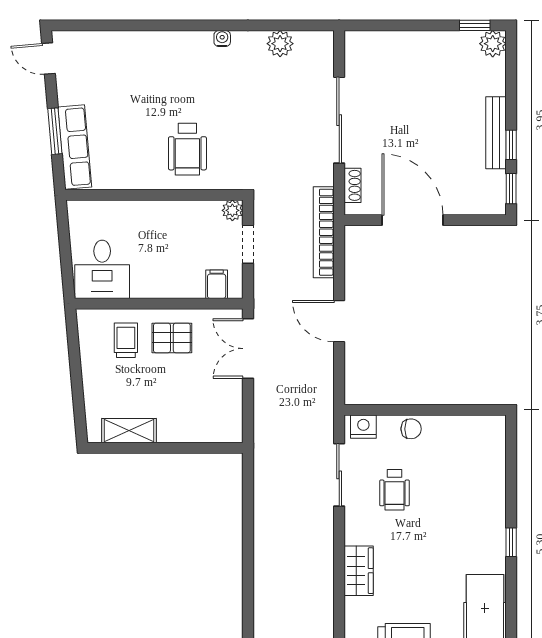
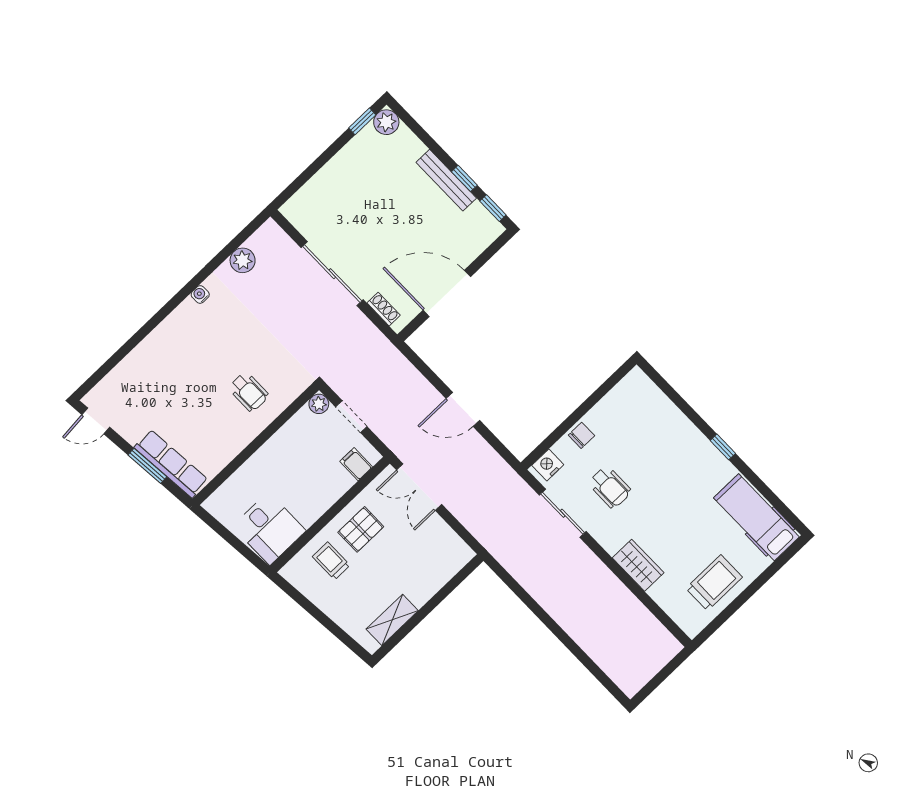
wheelchair: (187, 149) -> (249, 392), width x0.73, depth x0.73
bookcase: (324, 232) -> (395, 359), removed

